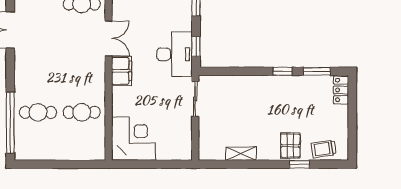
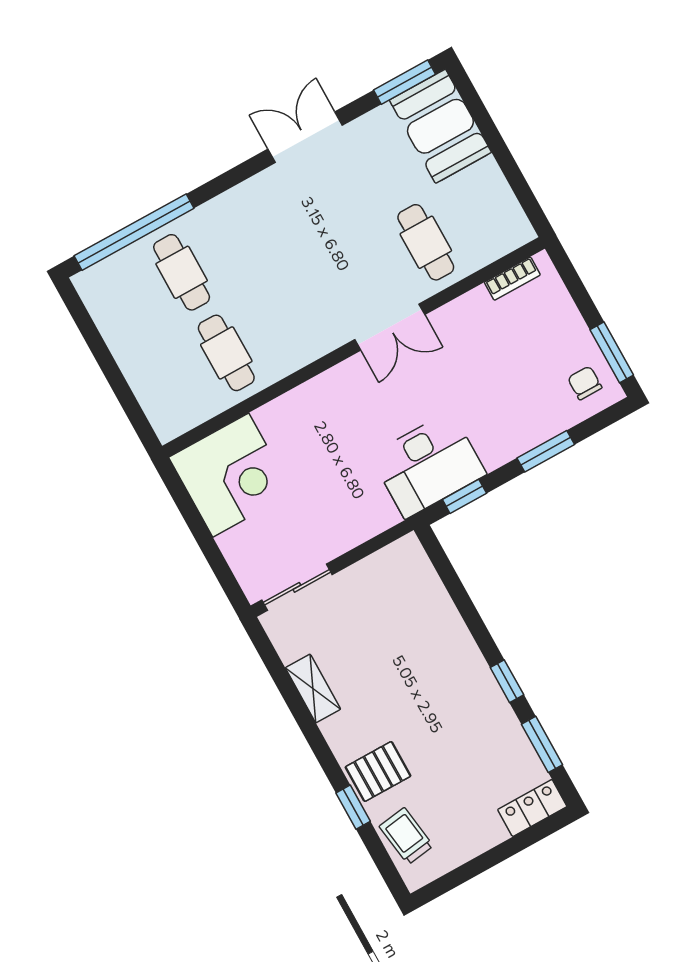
filing cabinet: (122, 71) -> (343, 384), removed
sliding door: (195, 99) -> (297, 587), moved

